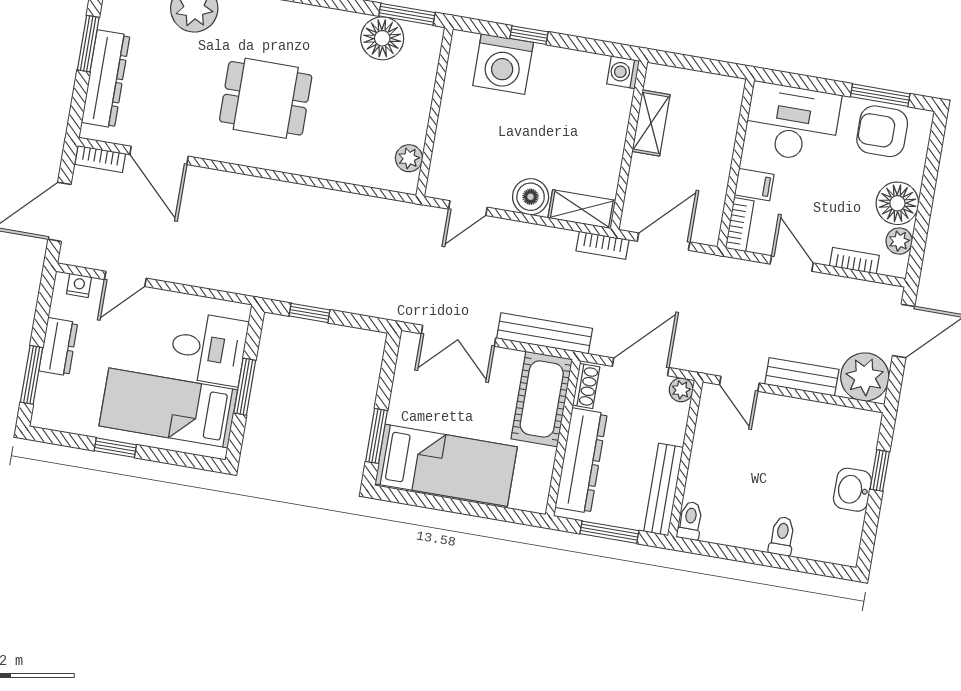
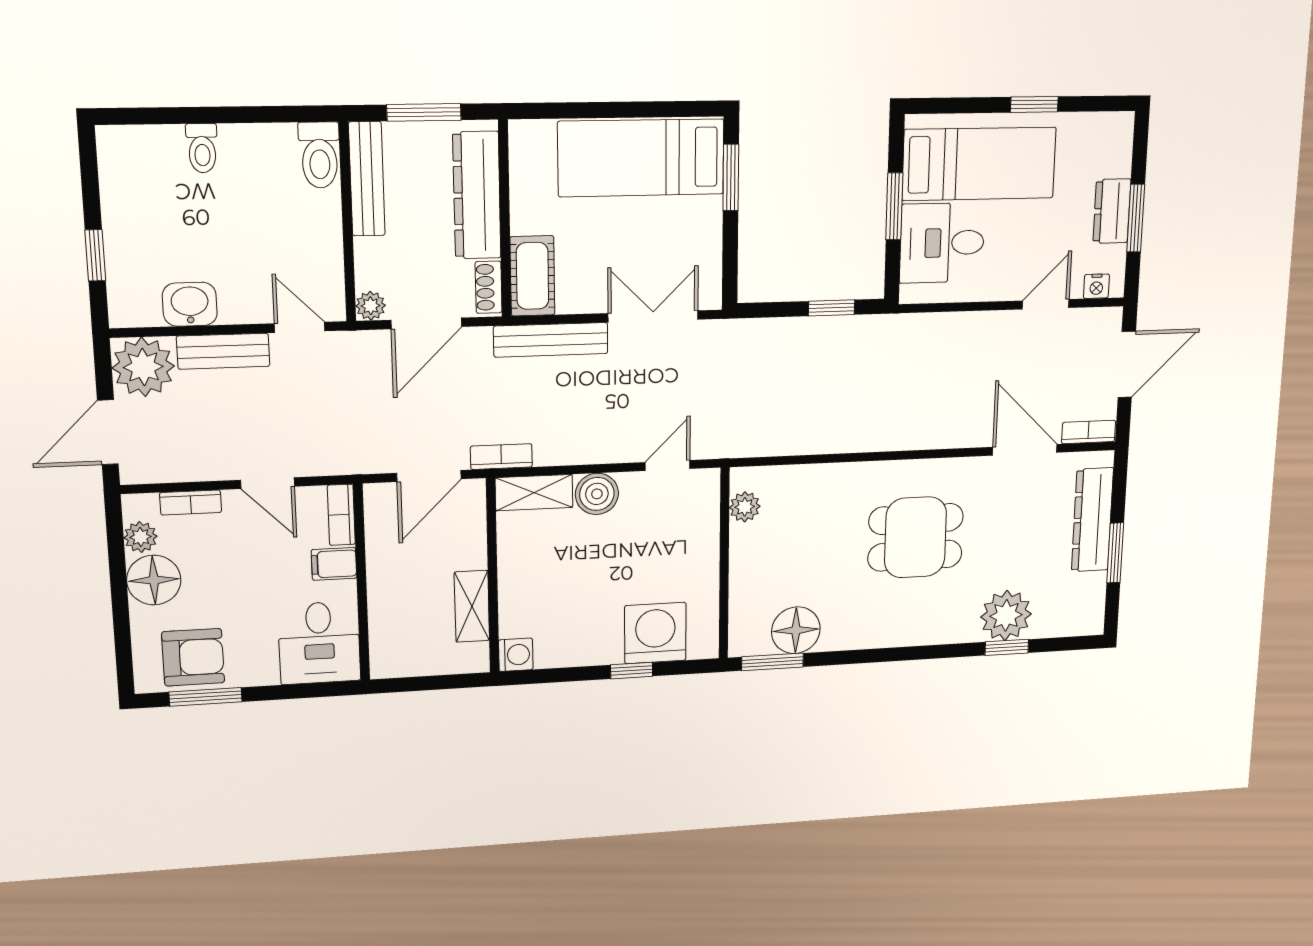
desk: (792, 122) -> (319, 643), width x0.73
window: (32, 375) -> (1136, 218), moved
cot: (542, 399) -> (532, 276), width x0.73, depth x0.75
washbasin: (852, 490) -> (190, 304), moved, turned -90
toilet: (690, 521) -> (320, 155), width x1.37, depth x1.39

